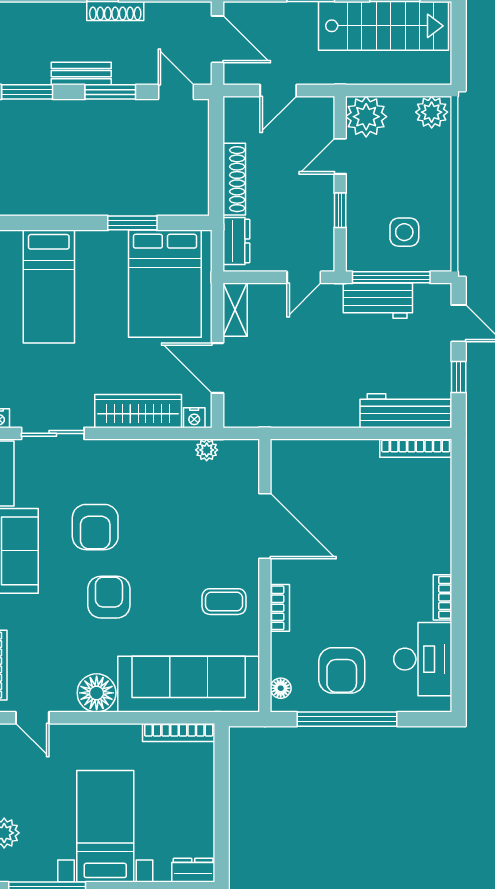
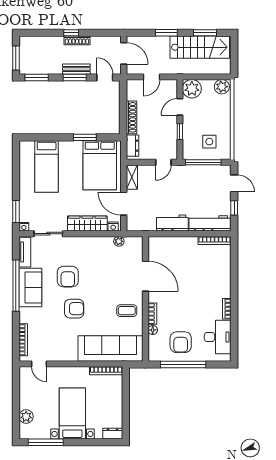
bench: (81, 74) -> (76, 69), moved
workbench: (378, 301) -> (172, 223), moved, turned 180
armchair: (109, 597) -> (74, 309), turned 90
floor lamp: (281, 688) -> (153, 330), moved
floor lamp: (97, 693) -> (68, 352), removed

